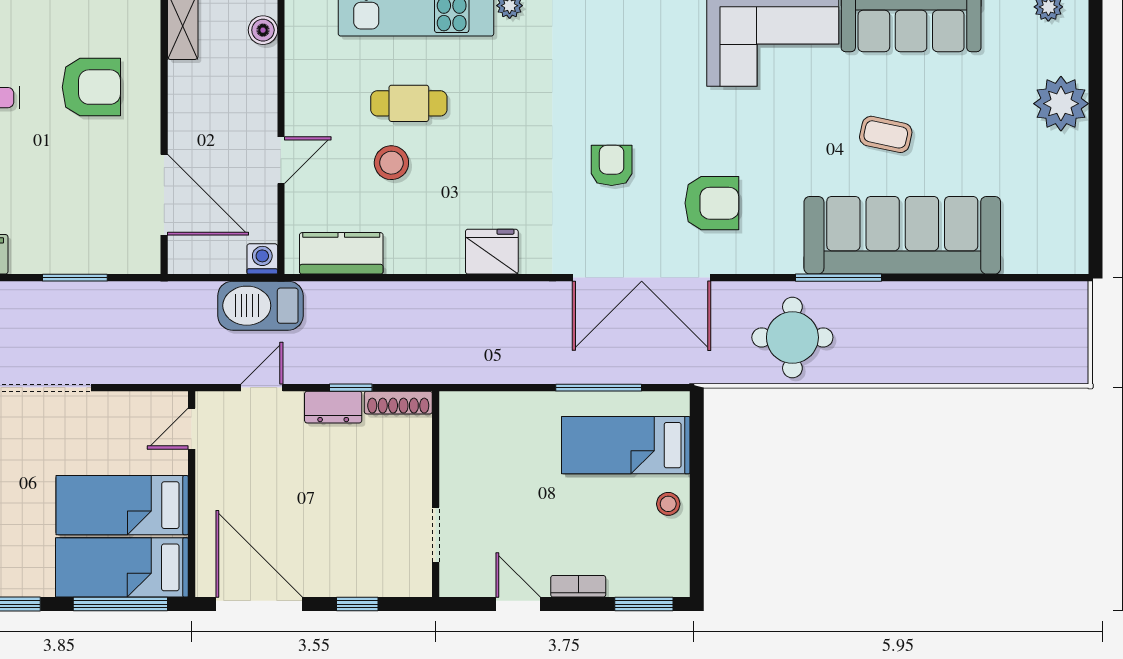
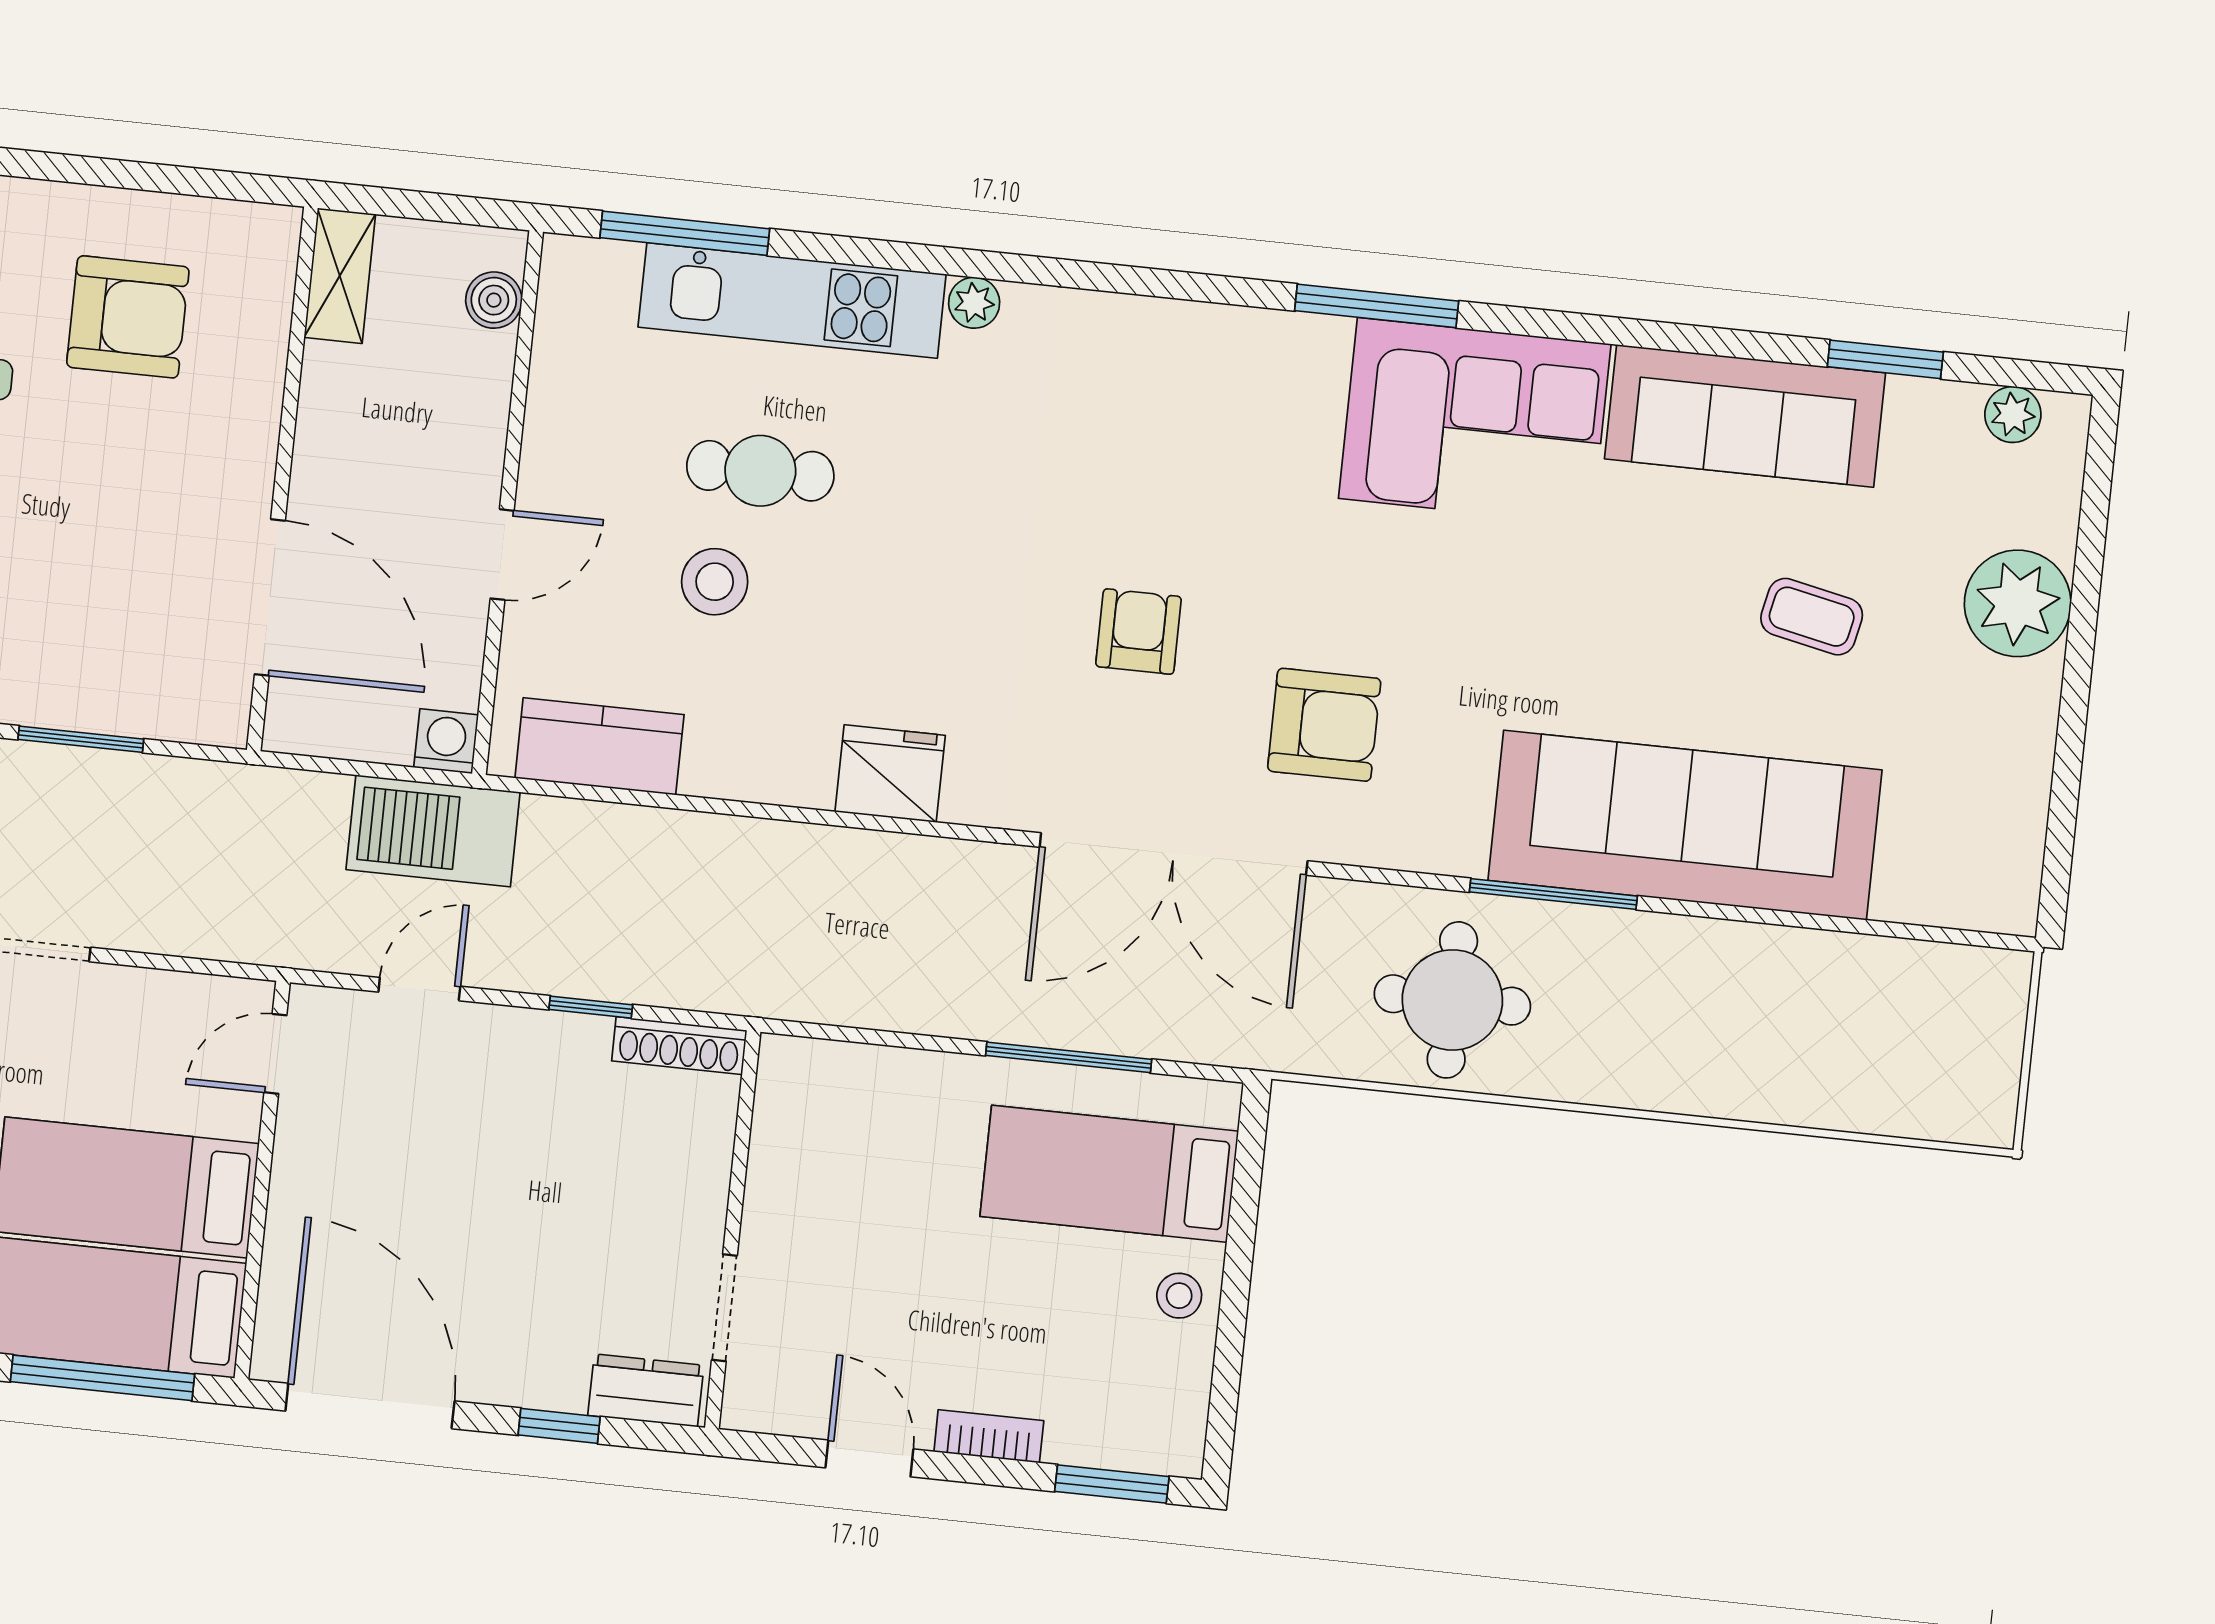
armchair: (91, 87) -> (128, 317), moved
coffee table: (886, 134) -> (1812, 617), moved
dresser: (333, 407) -> (646, 1390), moved, turned 180

